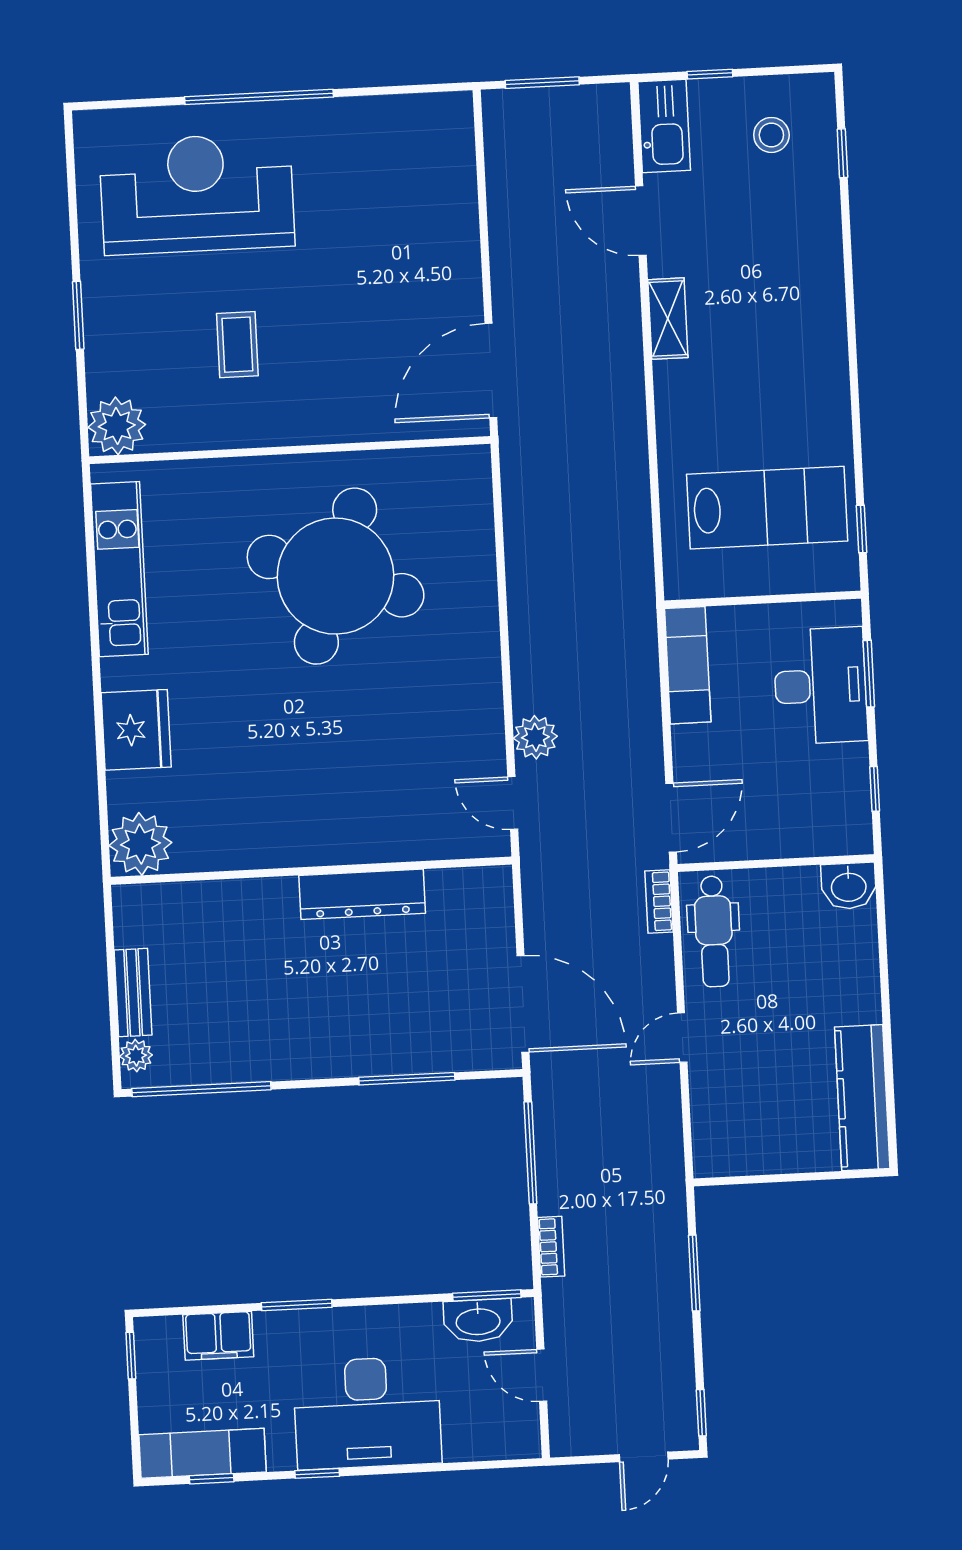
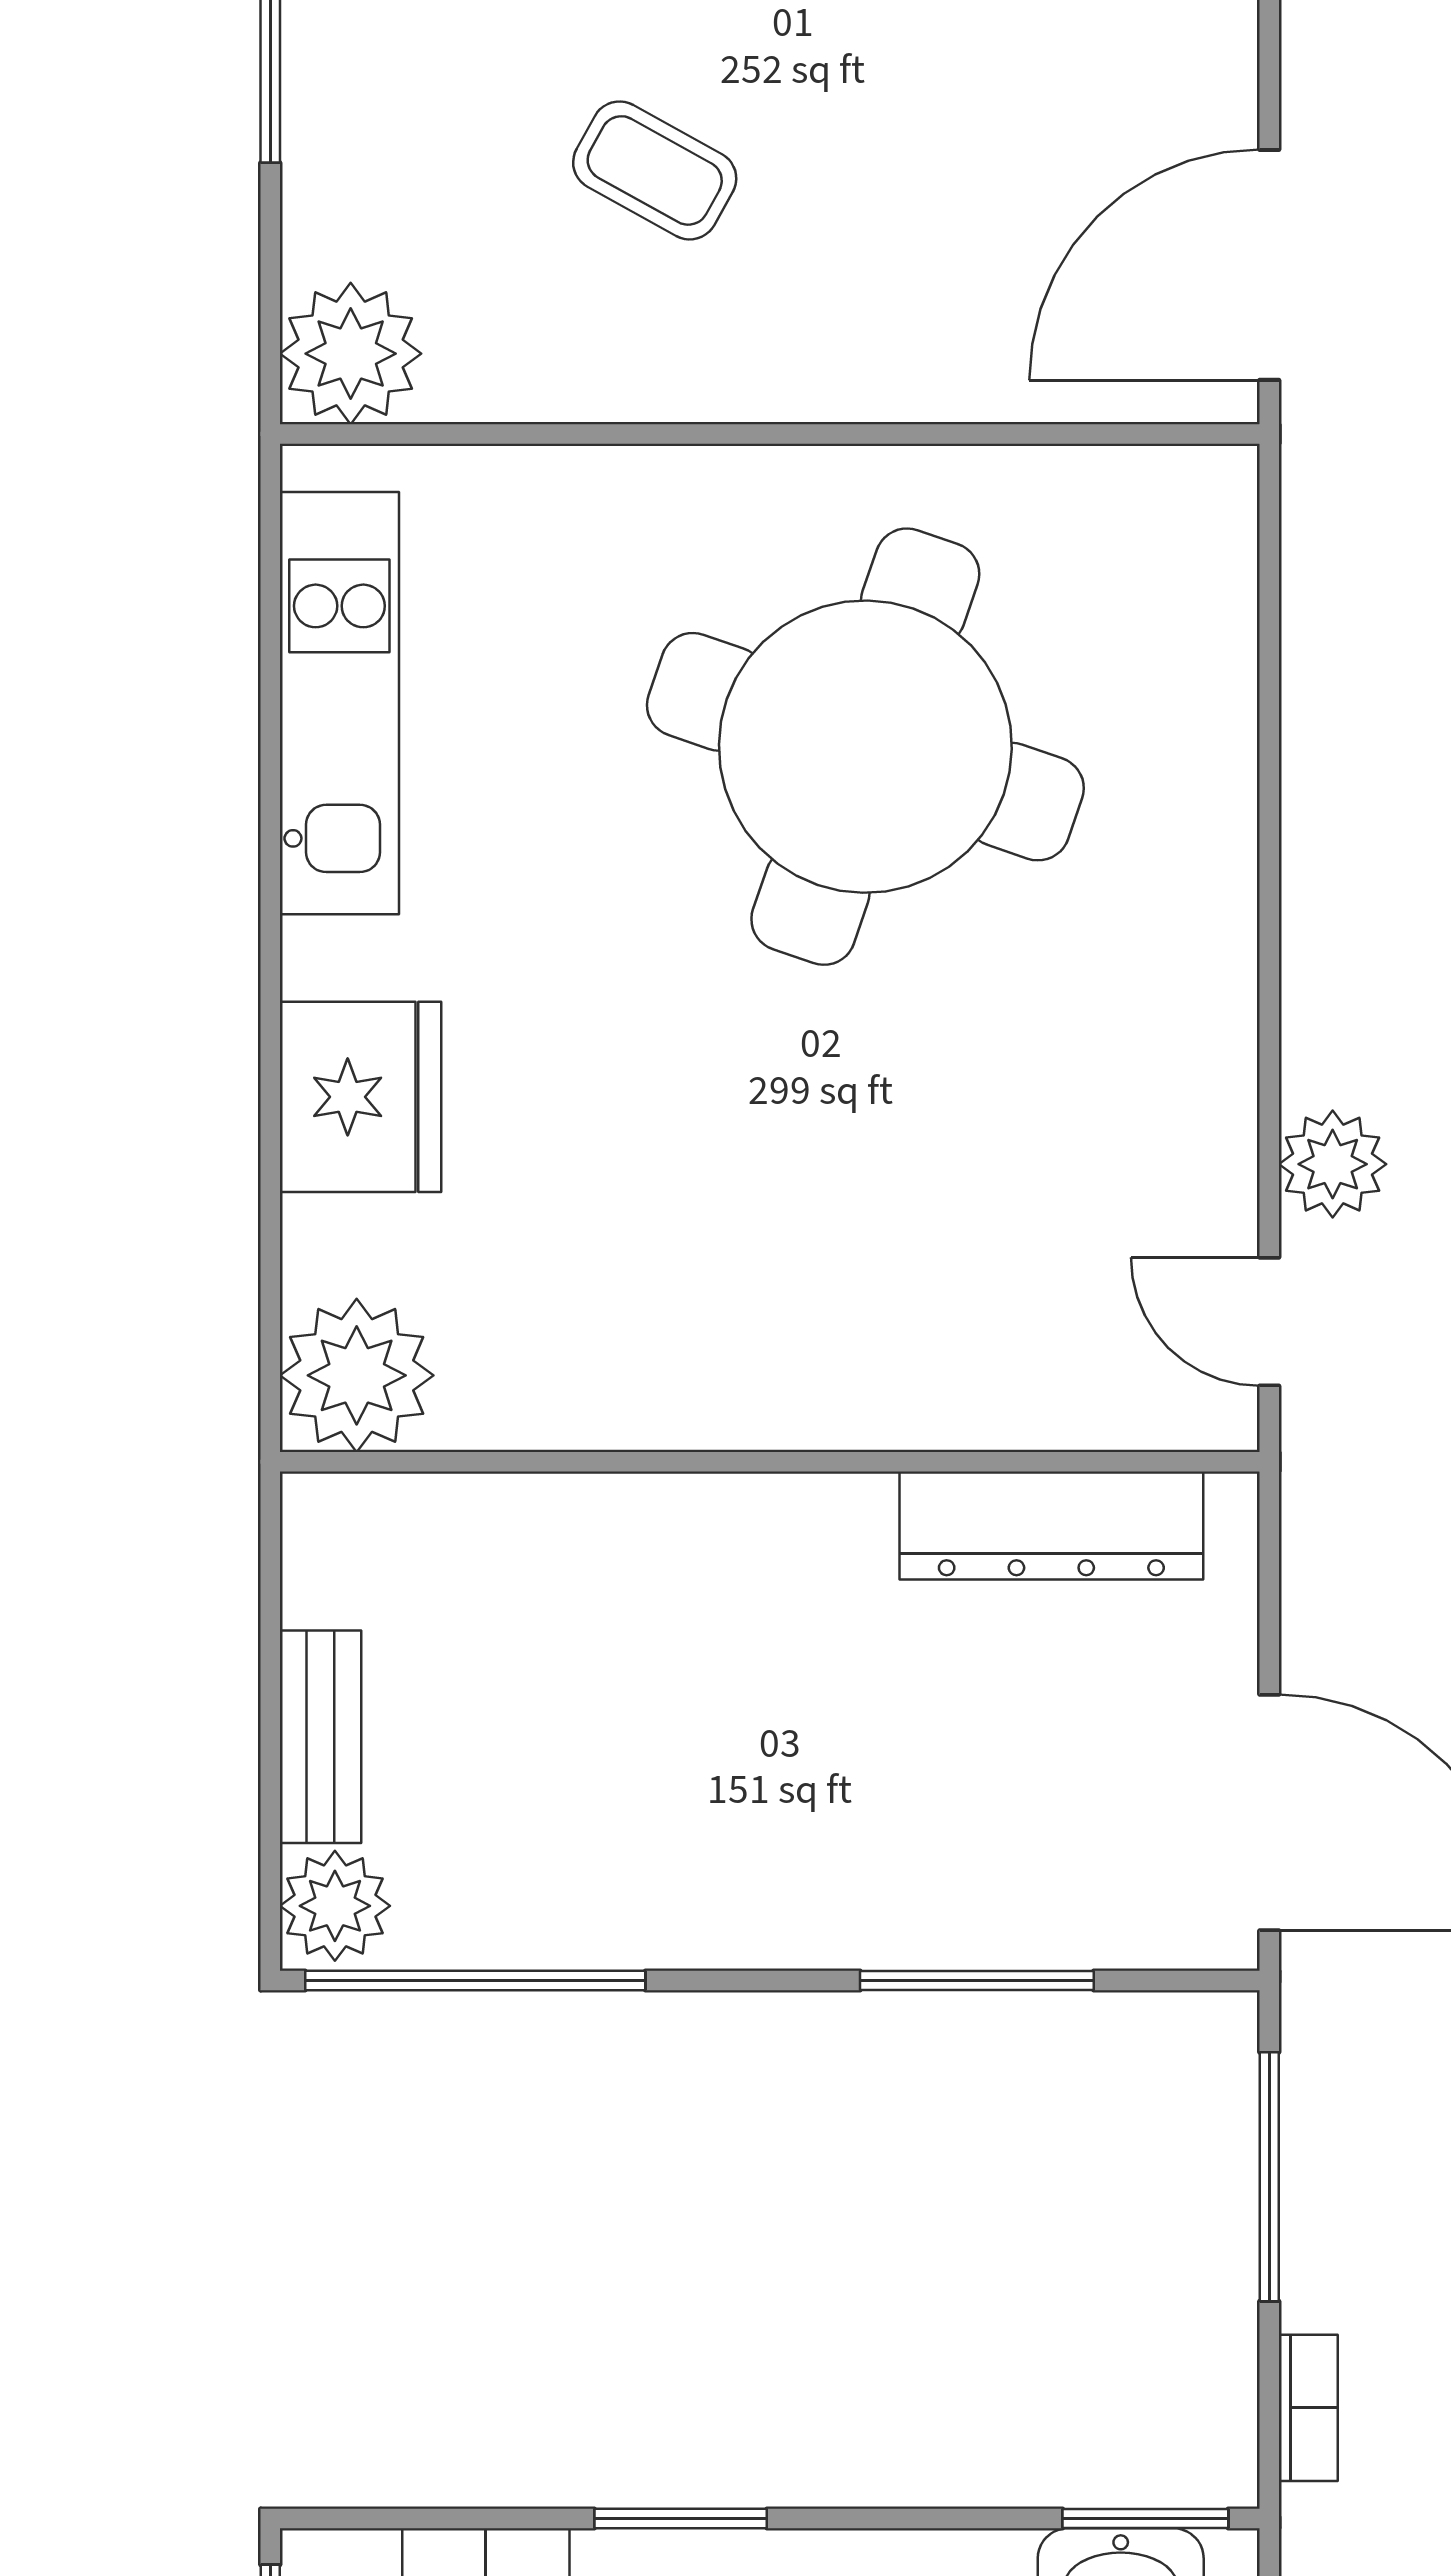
coffee table: (237, 345) -> (655, 170), turned -61
dresser: (362, 894) -> (1051, 1526), moved
plant: (136, 1056) -> (335, 1906), width x1.38, depth x1.38

